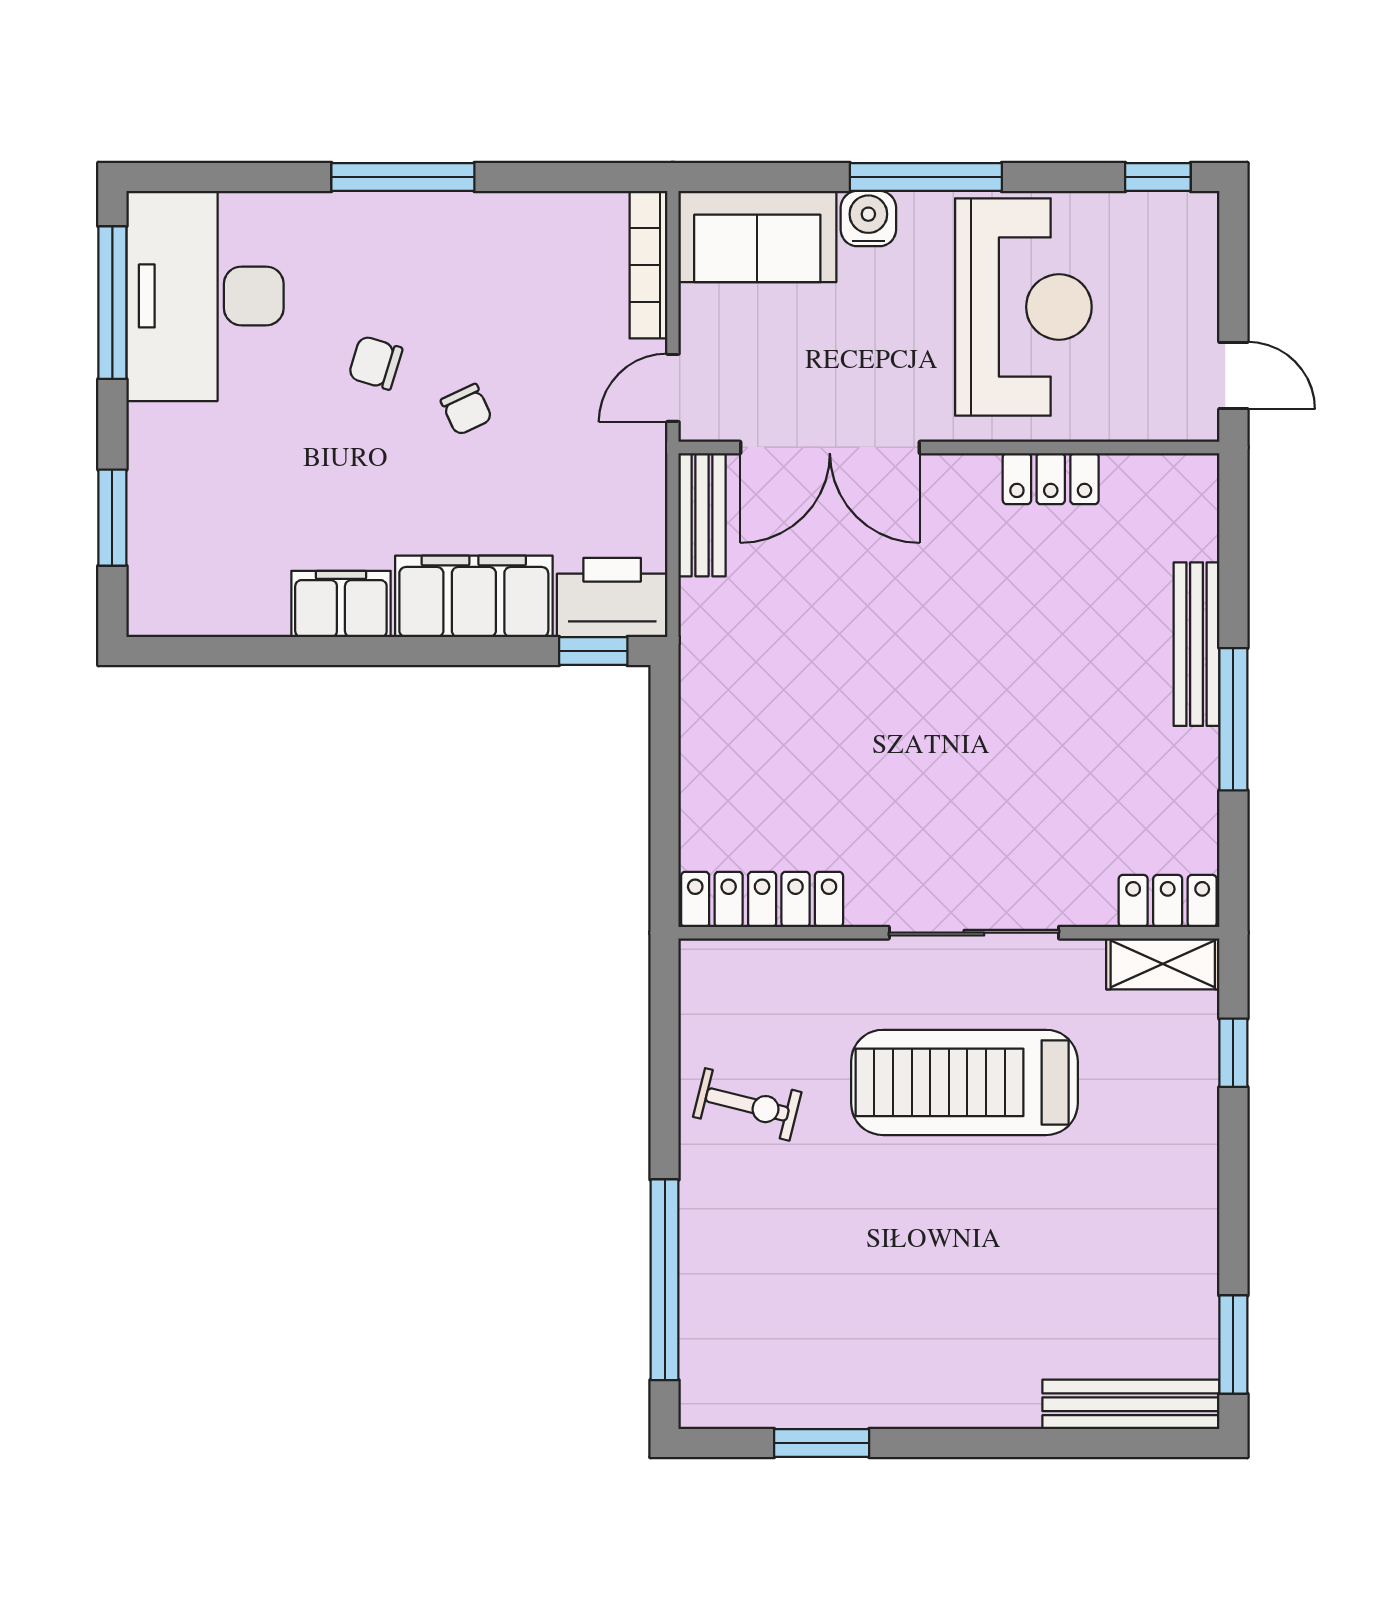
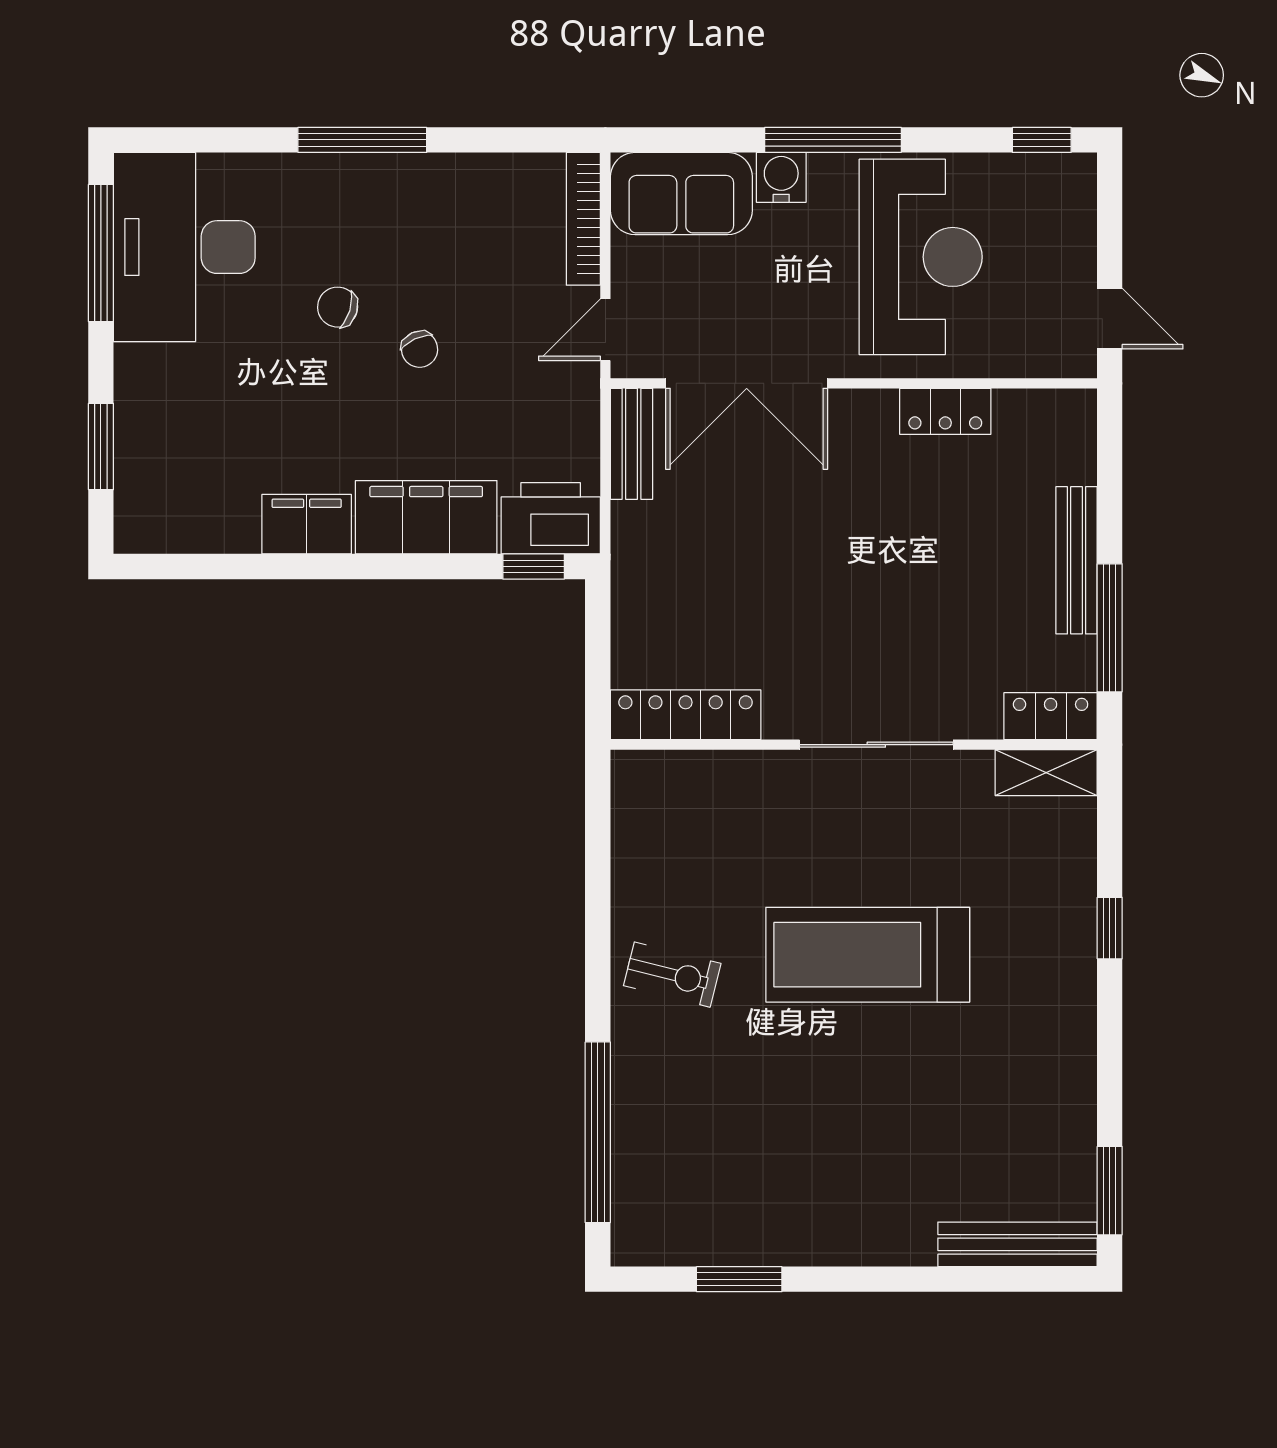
locker: (762, 899) -> (686, 715), moved
locker: (1168, 901) -> (1051, 716), moved
wall: (949, 933) -> (854, 745), moved
sliding door: (974, 933) -> (876, 745), moved
shelving: (1163, 964) -> (1046, 773), moved

